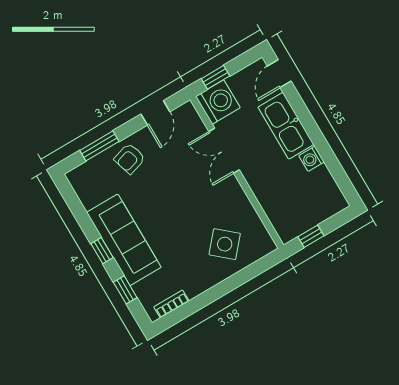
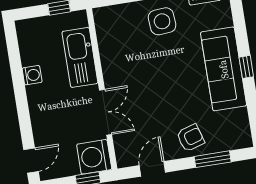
kitchen sink: (286, 126) -> (80, 57), moved, turned 180
side table: (225, 244) -> (162, 21), moved, turned 45
window: (125, 290) -> (240, 25), removed

